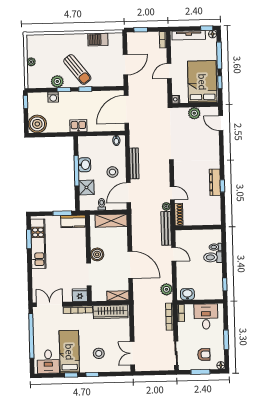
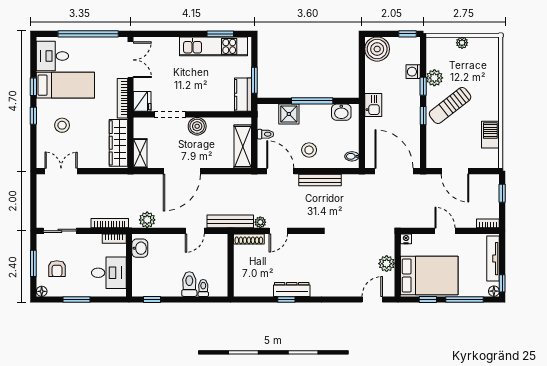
washbasin: (85, 165) -> (341, 112), moved

